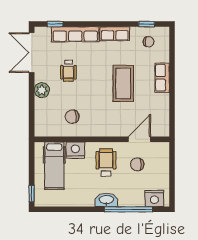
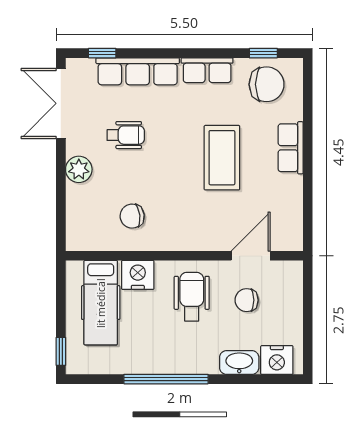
chair: (149, 42) -> (267, 84), width x1.87, depth x1.87
wheelchair: (68, 71) -> (126, 135), turned -90
washbasin: (106, 200) -> (239, 363), moved
window: (128, 209) -> (166, 379), moved

